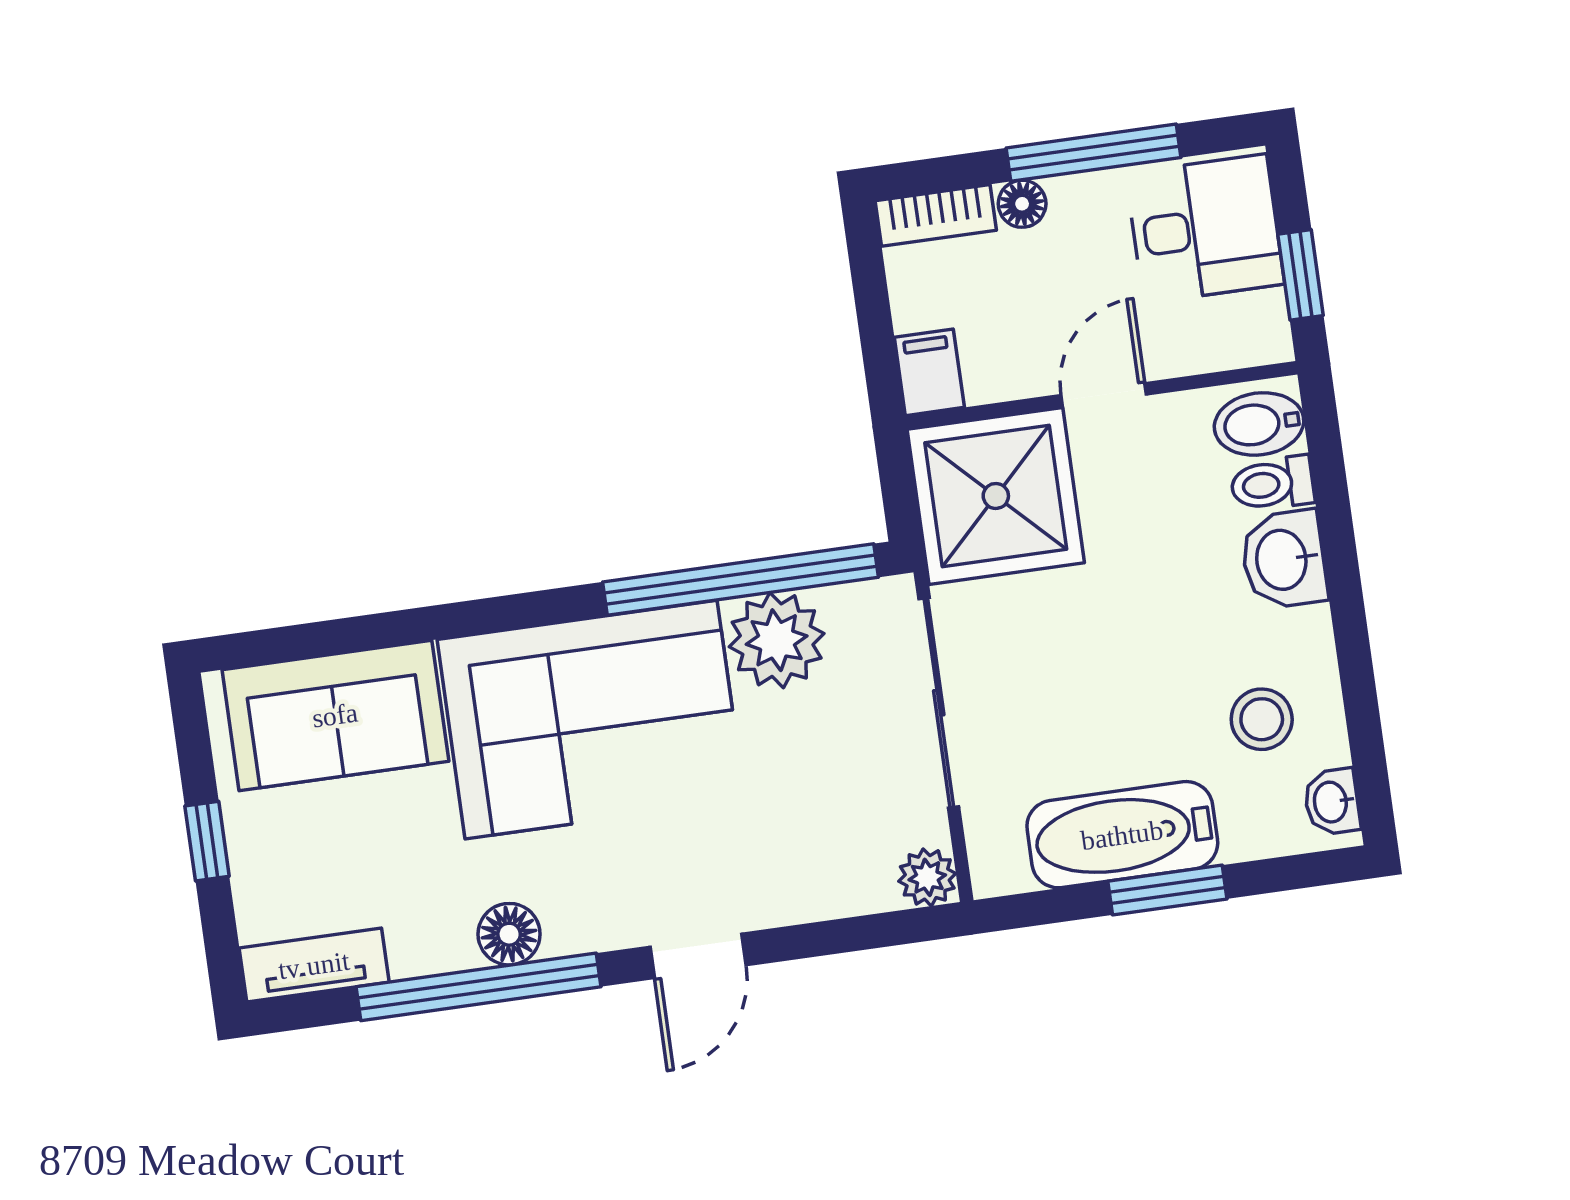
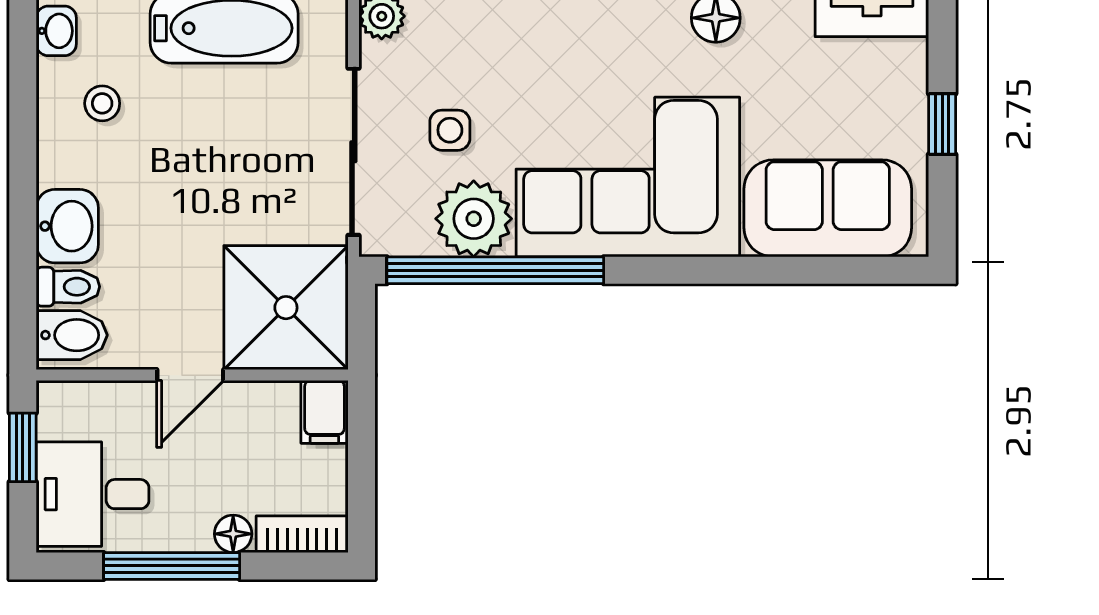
stool: (1262, 719) -> (102, 103), width x0.73, depth x0.73
side table: (822, 747) -> (450, 130), added

